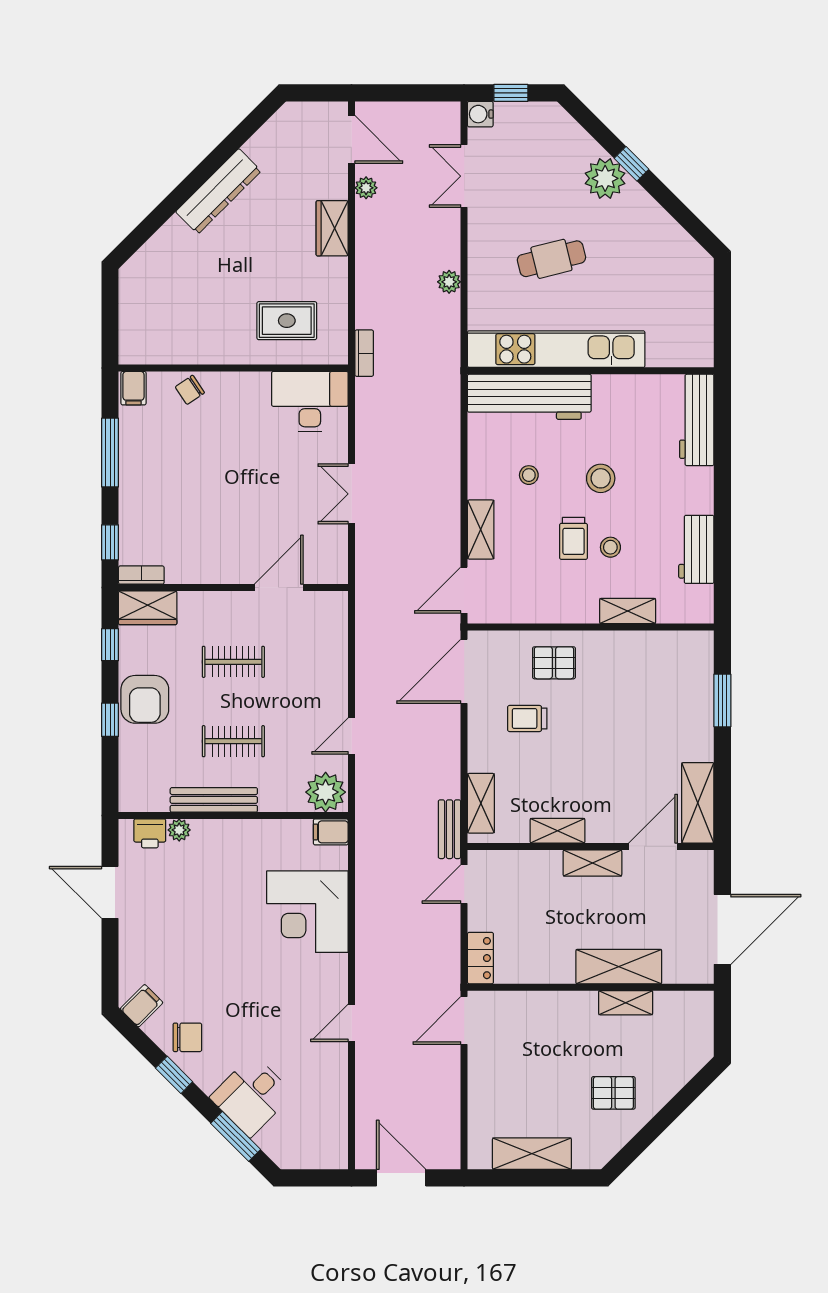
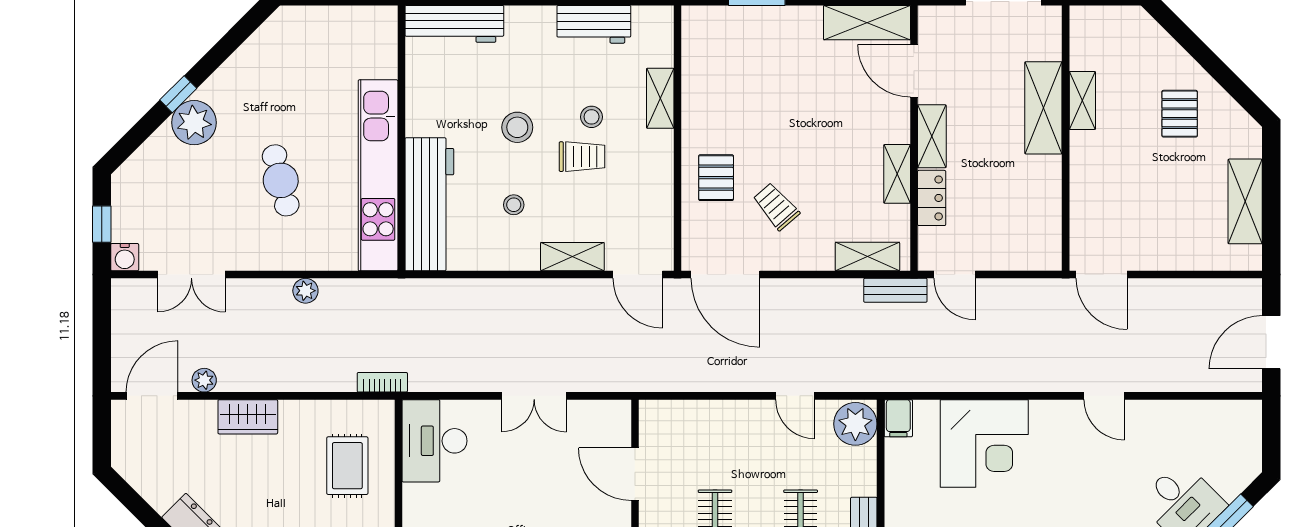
trolley: (527, 718) -> (776, 206), turned 139
locker: (480, 958) -> (932, 198), moved, turned 90

